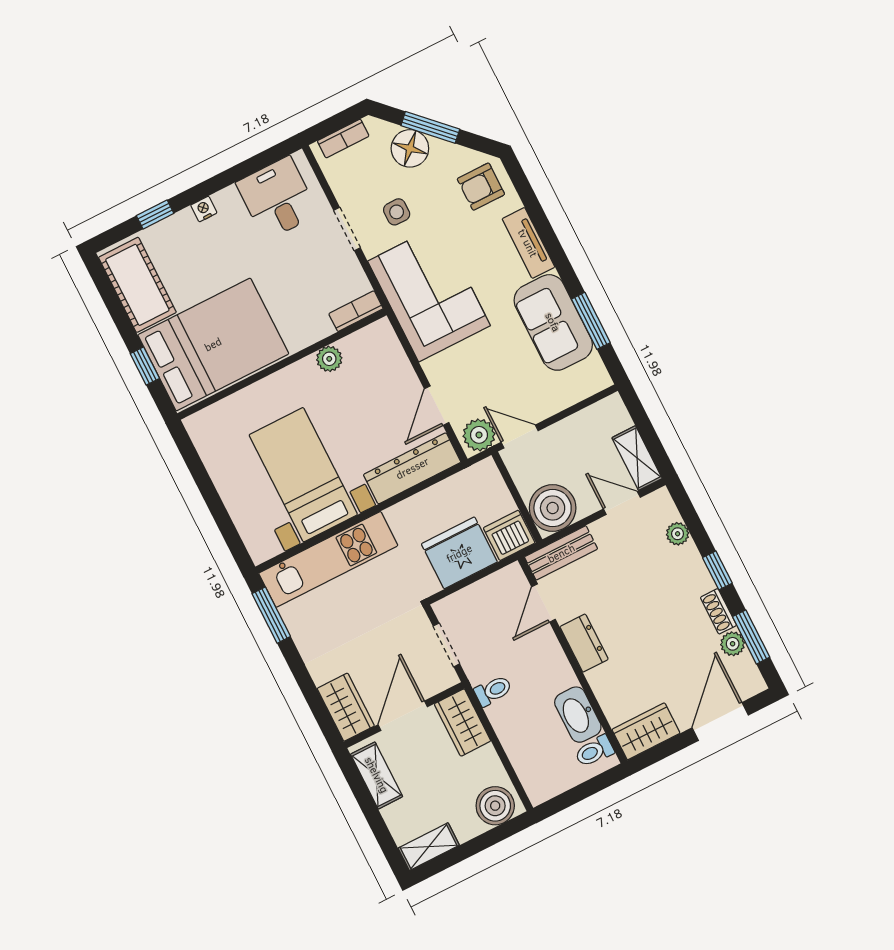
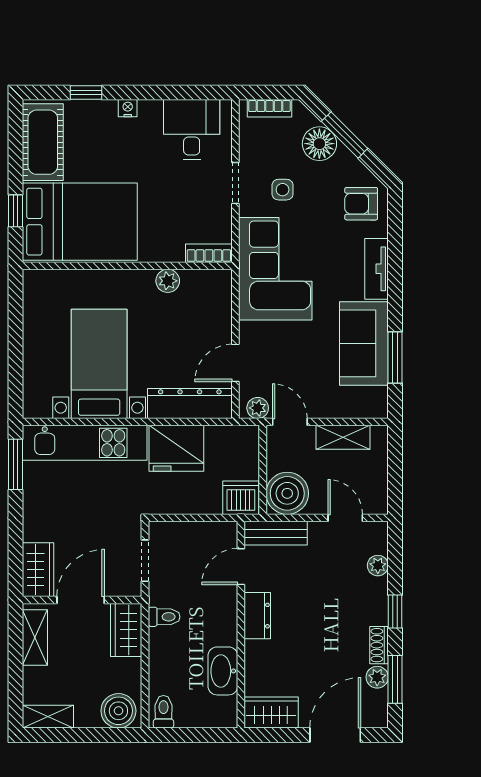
plant: (479, 435) -> (258, 408), width x0.73, depth x0.73
shelving: (637, 458) -> (343, 437), moved, turned 90
fridge: (459, 553) -> (176, 448), moved, turned 180
toilet: (594, 751) -> (163, 712), moved, turned 90

